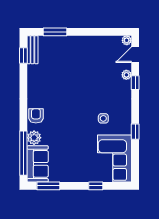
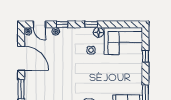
door: (93, 32) -> (21, 58), added
floor lamp: (125, 128) -> (98, 32), added
window: (135, 132) -> (91, 24), moved

